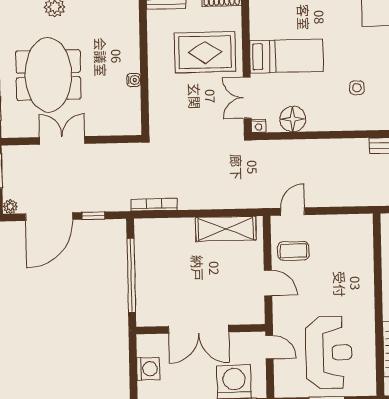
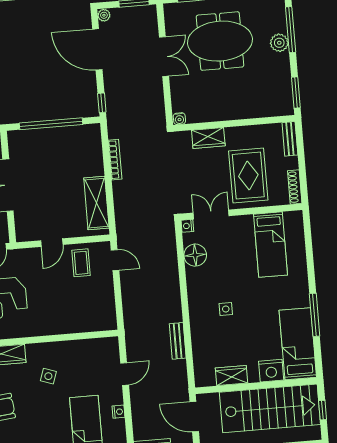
bed: (287, 56) -> (271, 245), moved
water cooler: (134, 80) -> (179, 119), moved
wardrobe: (159, 95) -> (208, 138), added
bookcase: (154, 205) -> (115, 160), moved
window: (93, 216) -> (102, 103), moved

